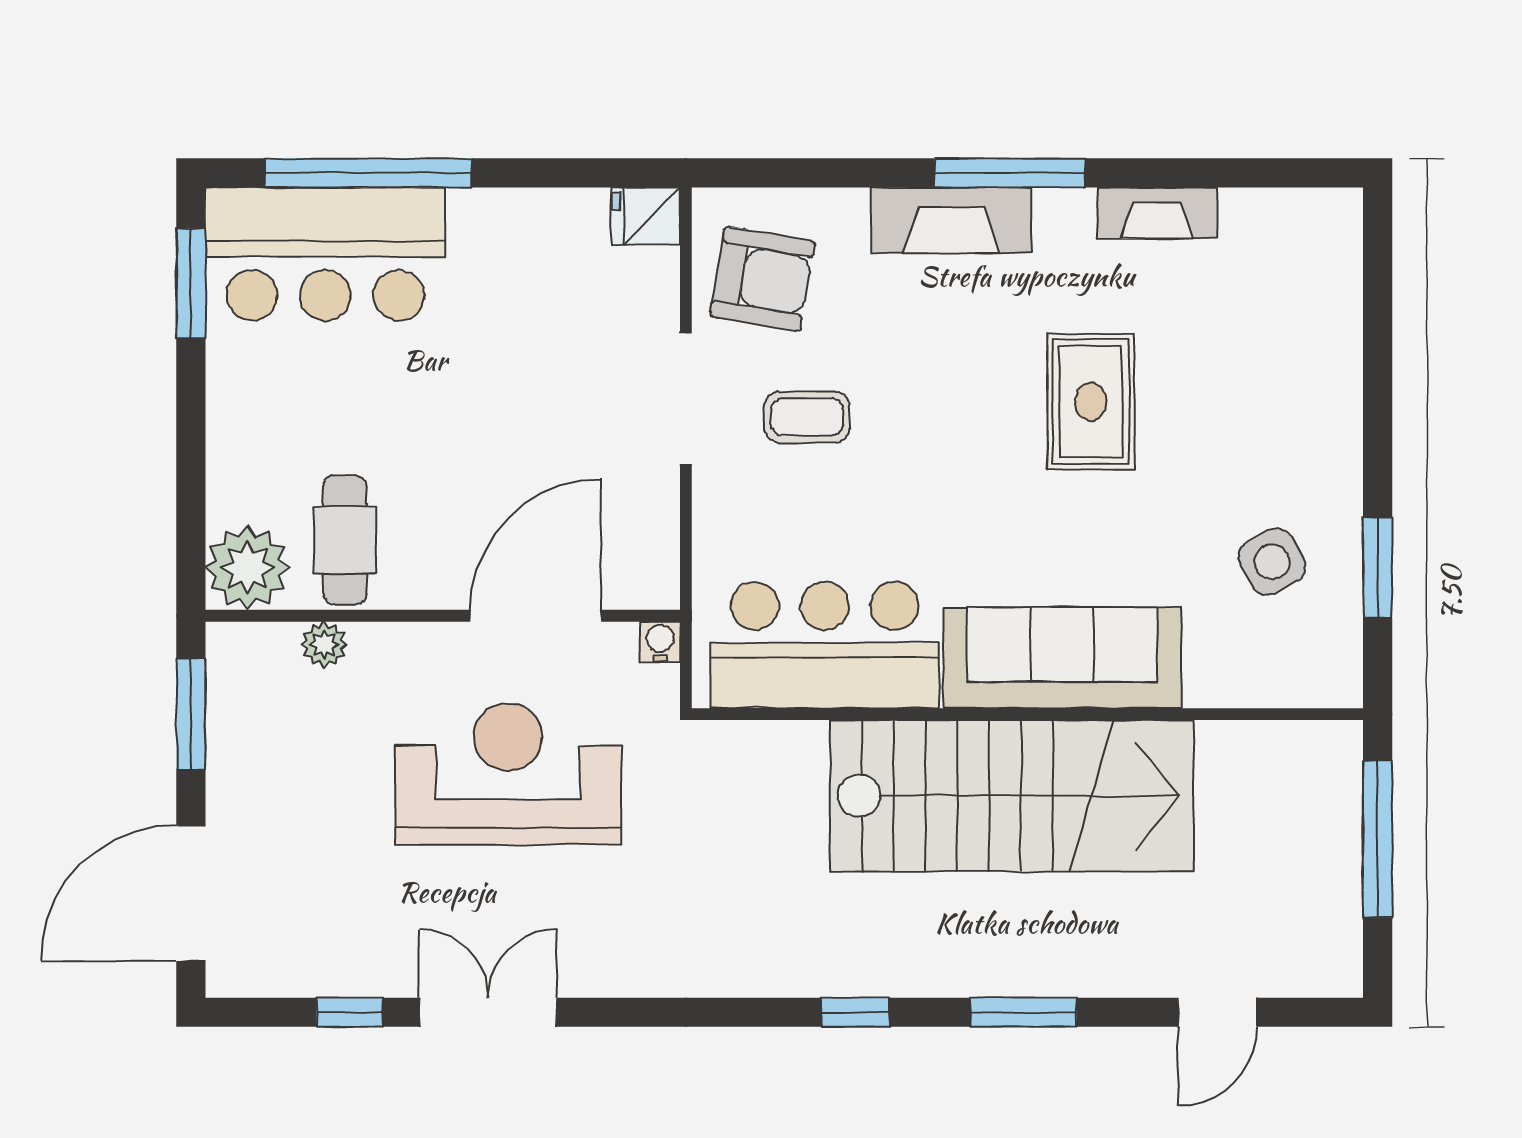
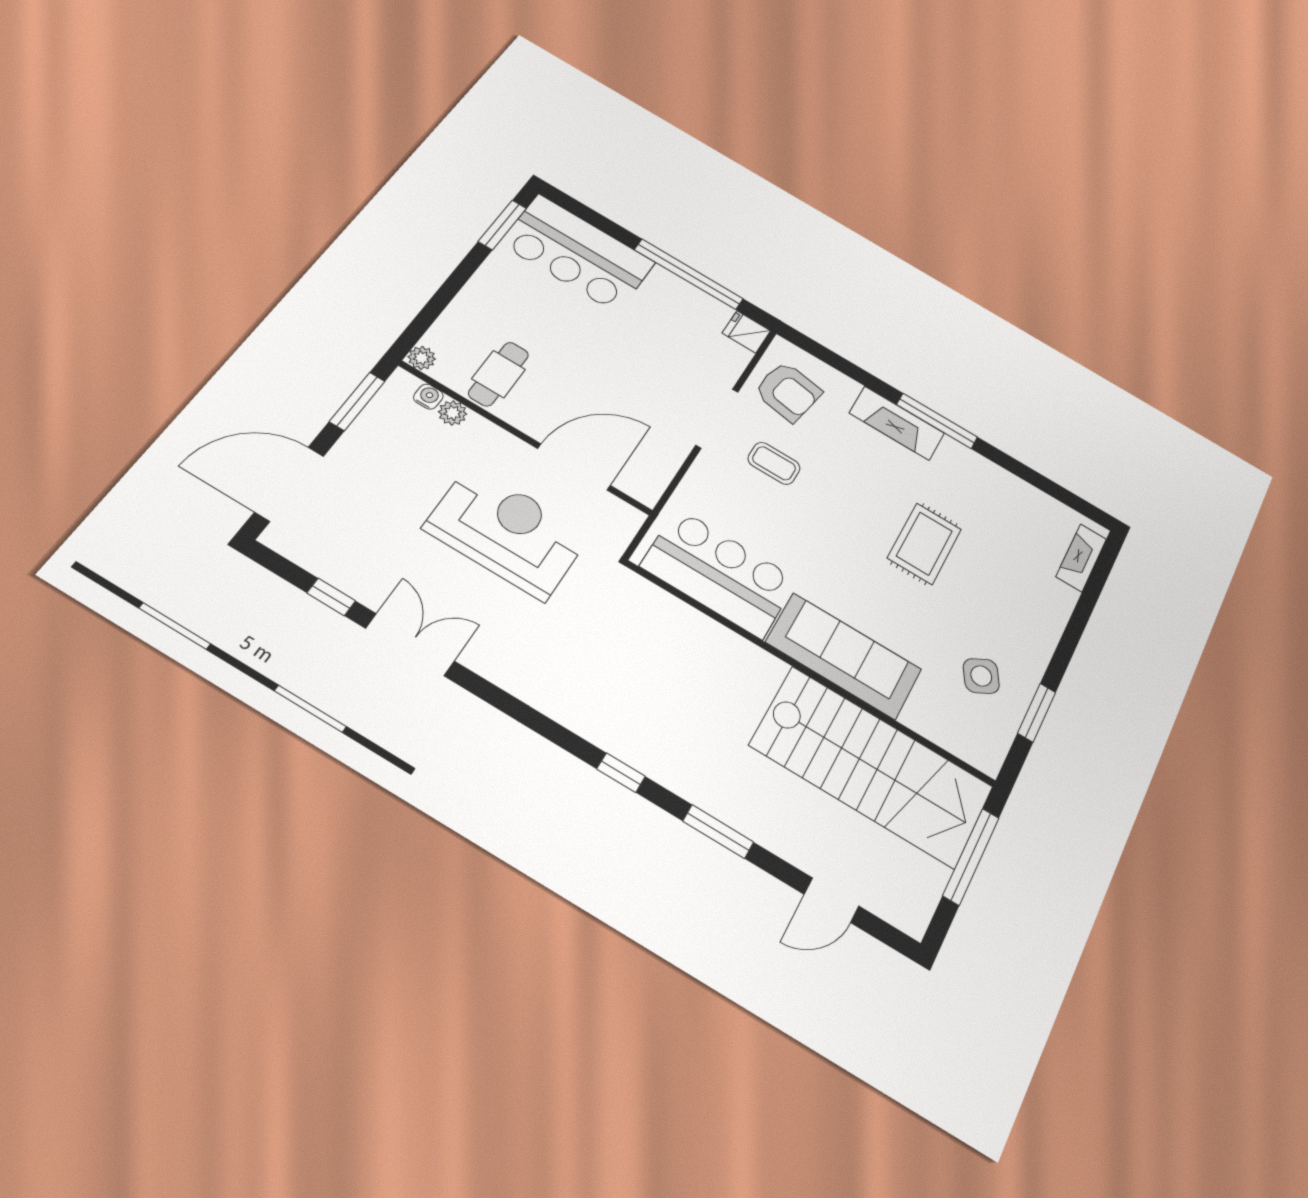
window: (368, 173) -> (689, 274), moved
fireplace: (1157, 213) -> (1081, 558), moved, turned 90
plant: (247, 568) -> (422, 358), width x0.53, depth x0.53
water cooler: (660, 642) -> (428, 397), moved
stairs: (1012, 796) -> (872, 766), moved

